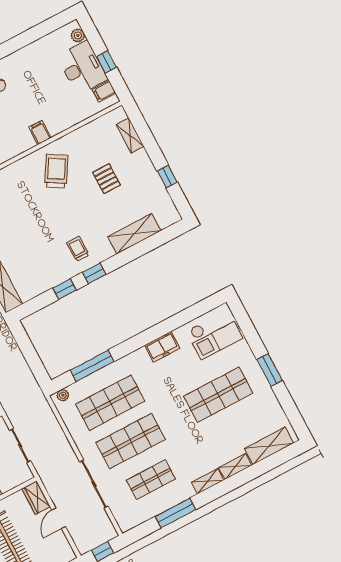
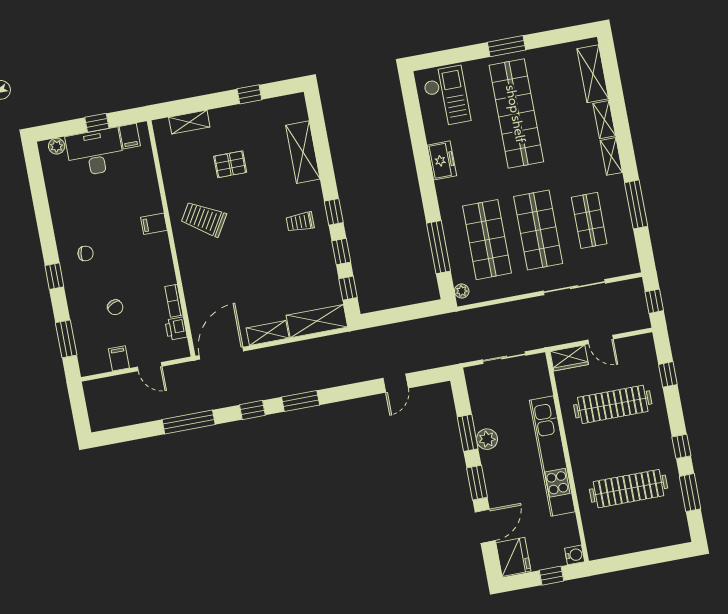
window: (37, 304) -> (348, 288), added
shop shelf: (218, 395) -> (516, 114), width x1.40

